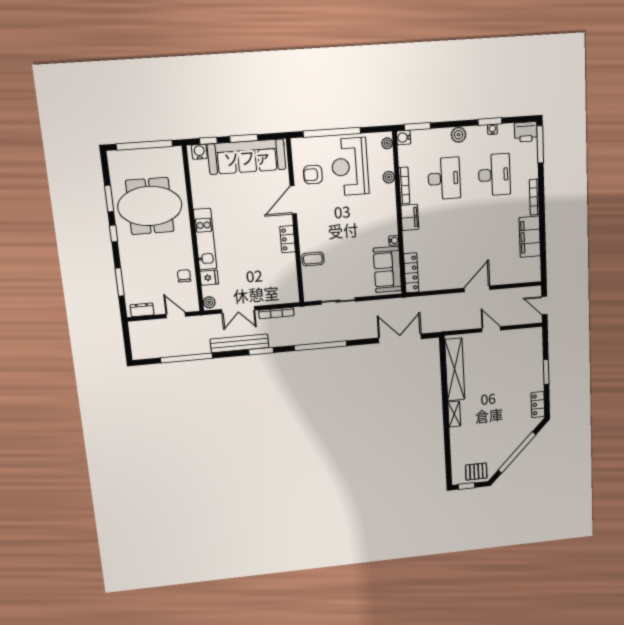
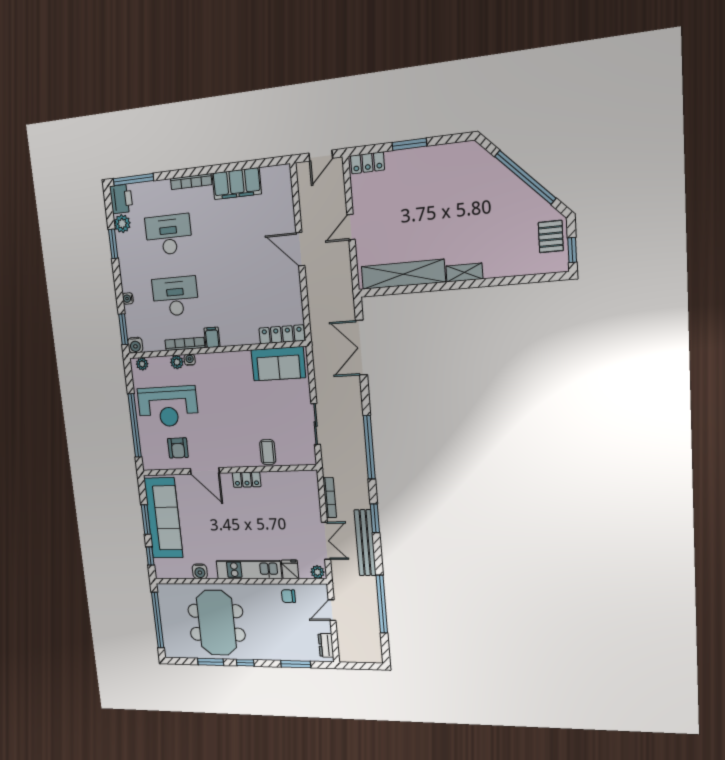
water cooler: (492, 129) -> (128, 299), moved
plant: (459, 135) -> (122, 224), moved
water cooler: (199, 152) -> (200, 571), moved, turned -90
filing cabinet: (410, 217) -> (212, 337), width x0.50
water cooler: (394, 240) -> (190, 360), moved
locker: (538, 405) -> (367, 163), moved

